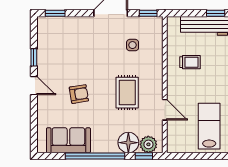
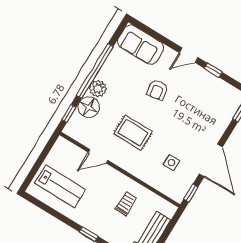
trolley: (190, 62) -> (126, 204), turned 180
sofa: (68, 140) -> (141, 45), moved, turned 90
plant: (148, 144) -> (98, 89), moved

